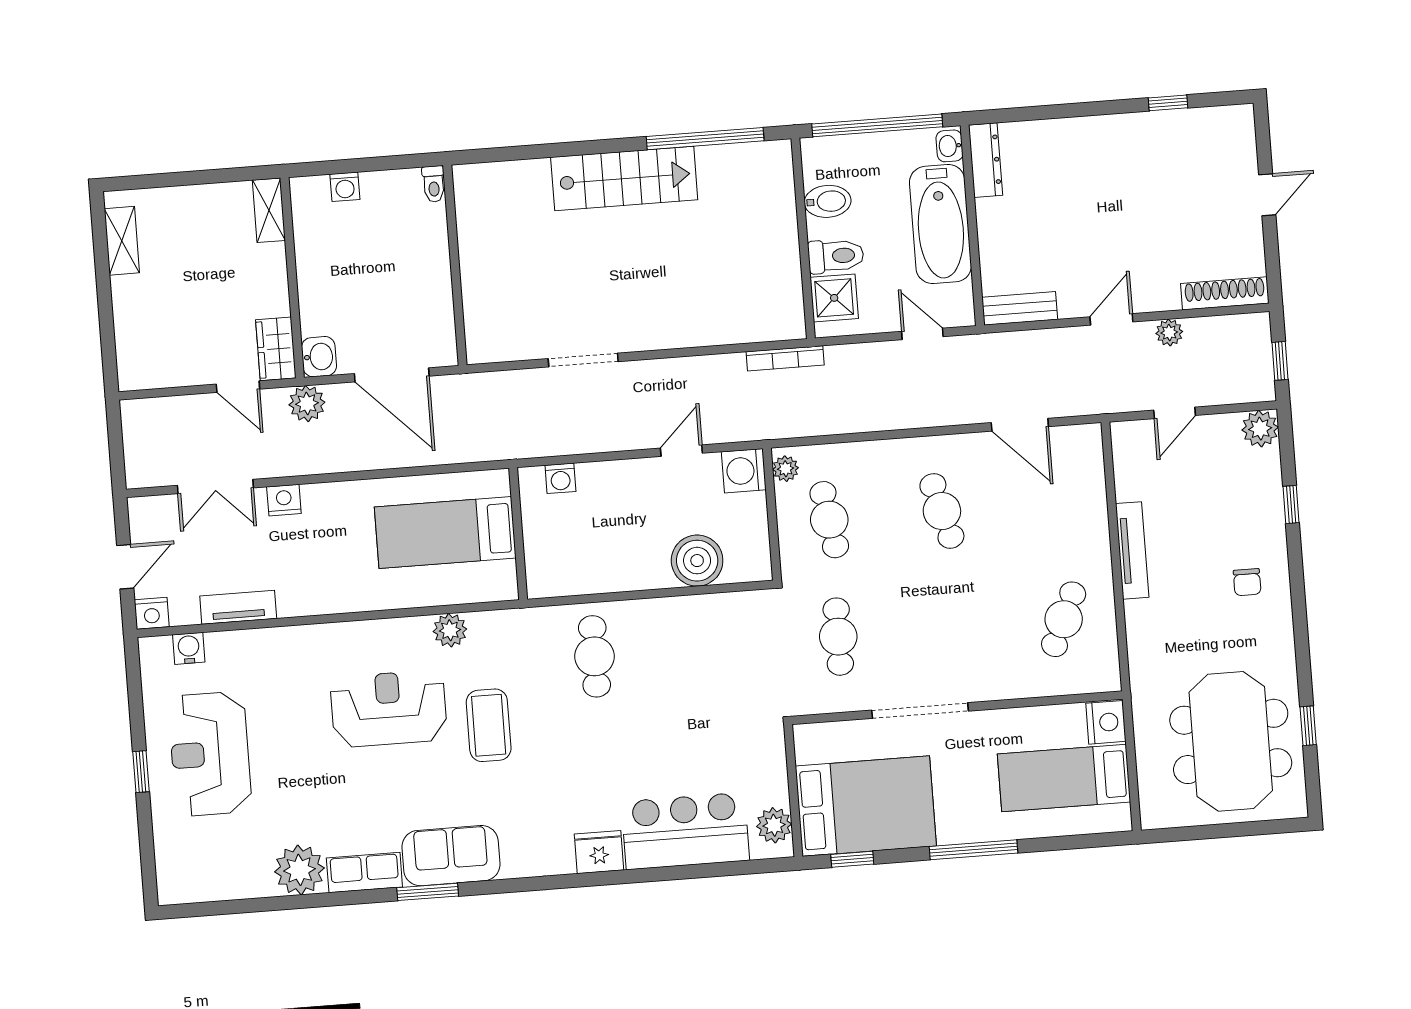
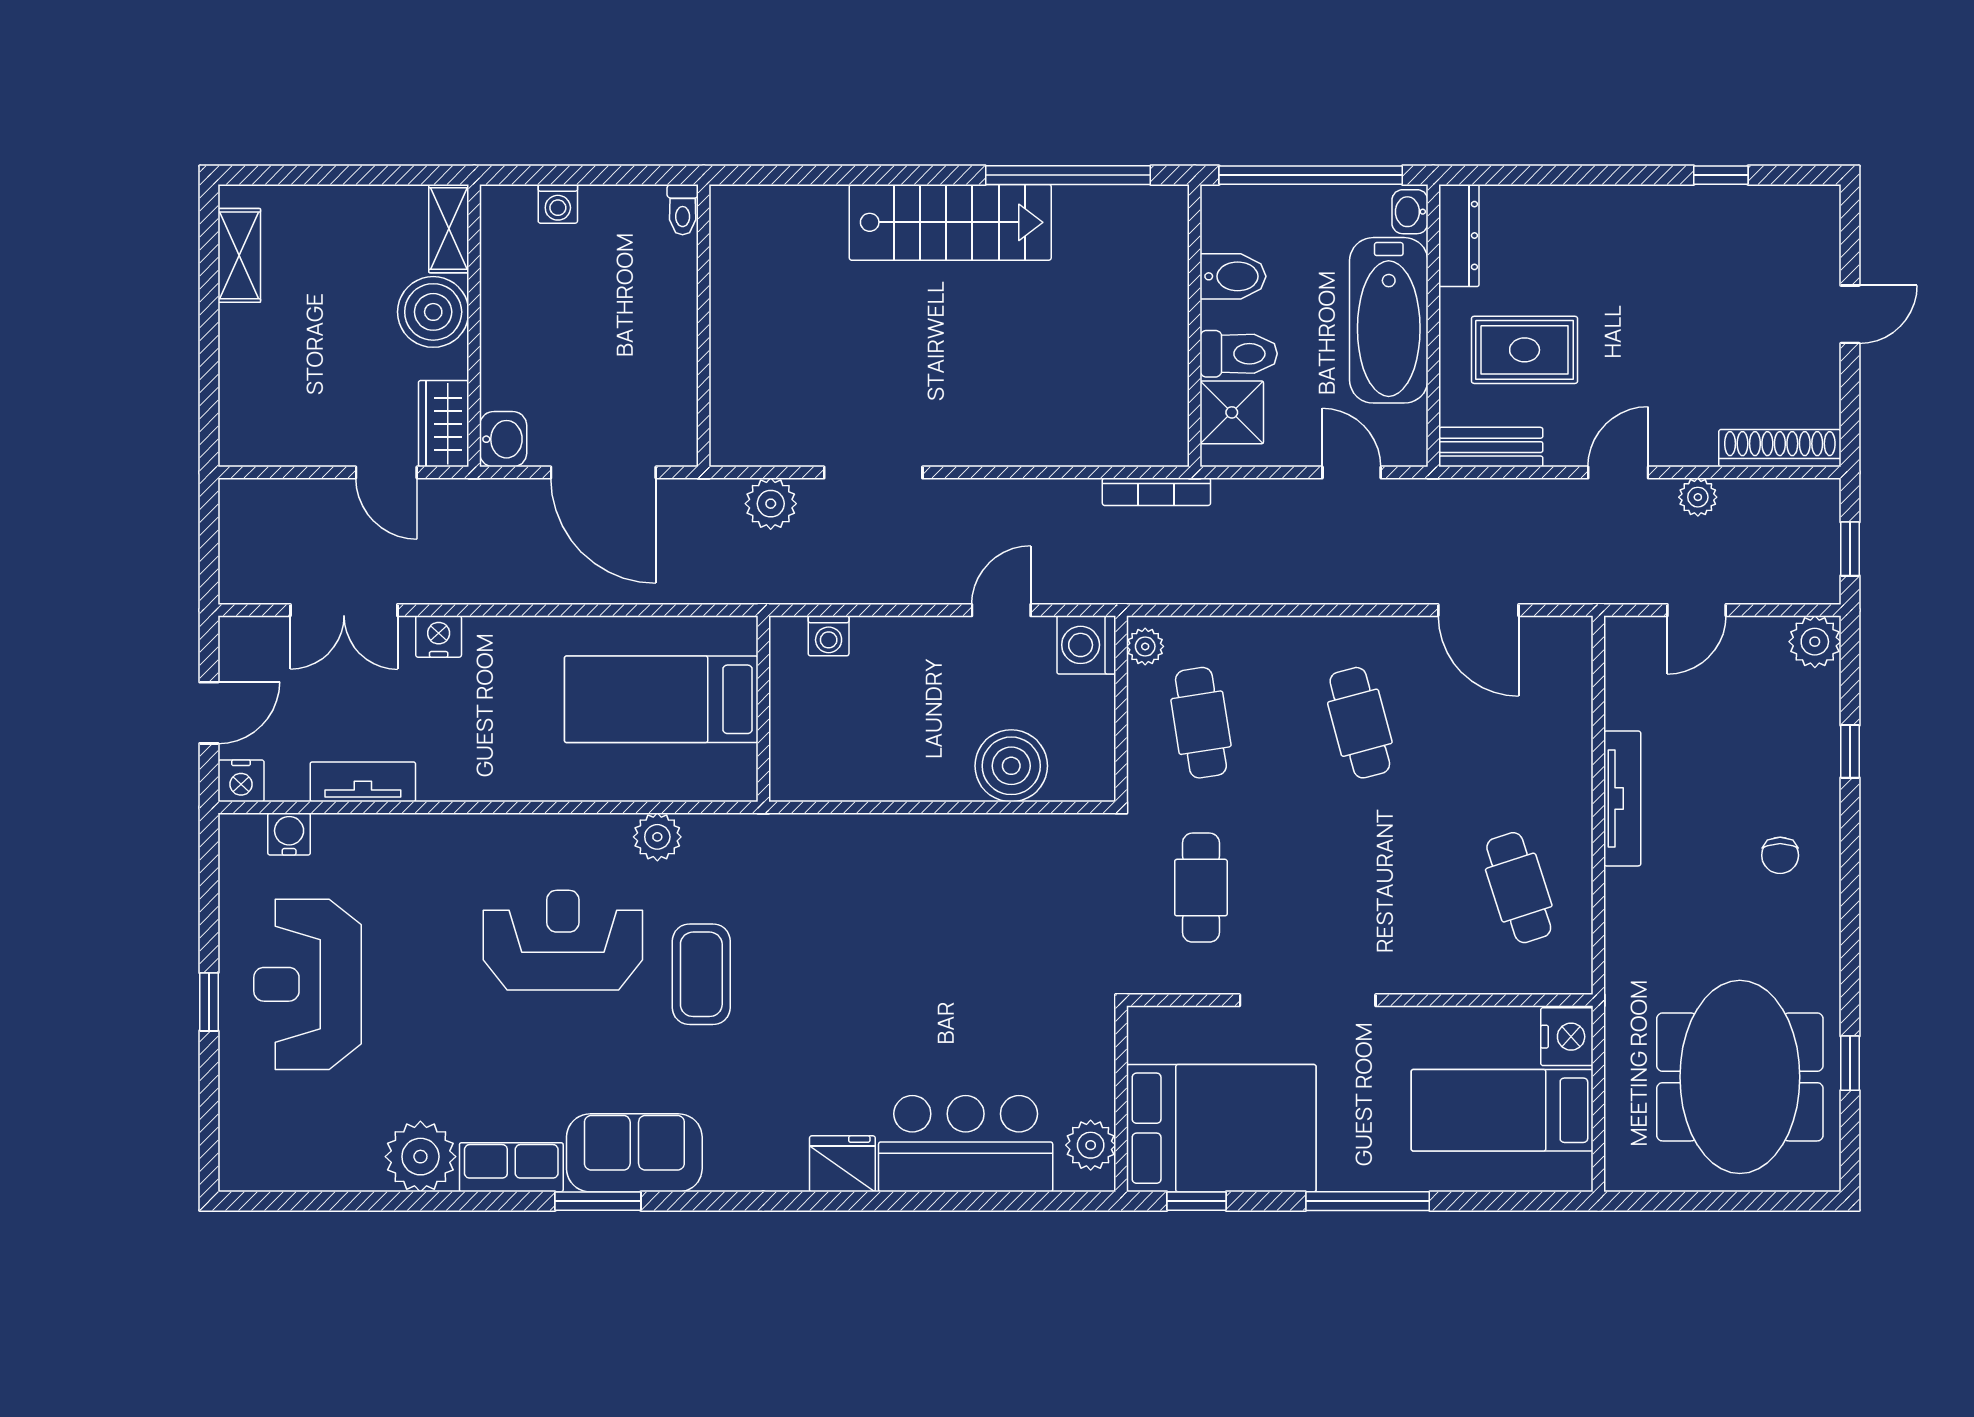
rug: (1038, 238) -> (1525, 350), added
boiler: (262, 270) -> (433, 312), added
plant: (307, 404) -> (771, 504), moved
cafe table: (1064, 619) -> (1519, 888), turned -42
cafe table: (594, 656) -> (857, 889), removed

